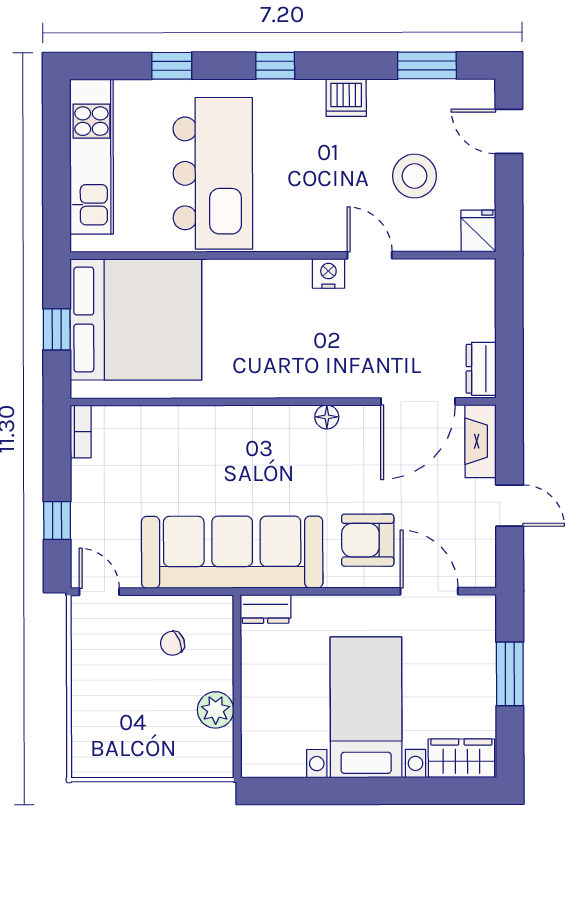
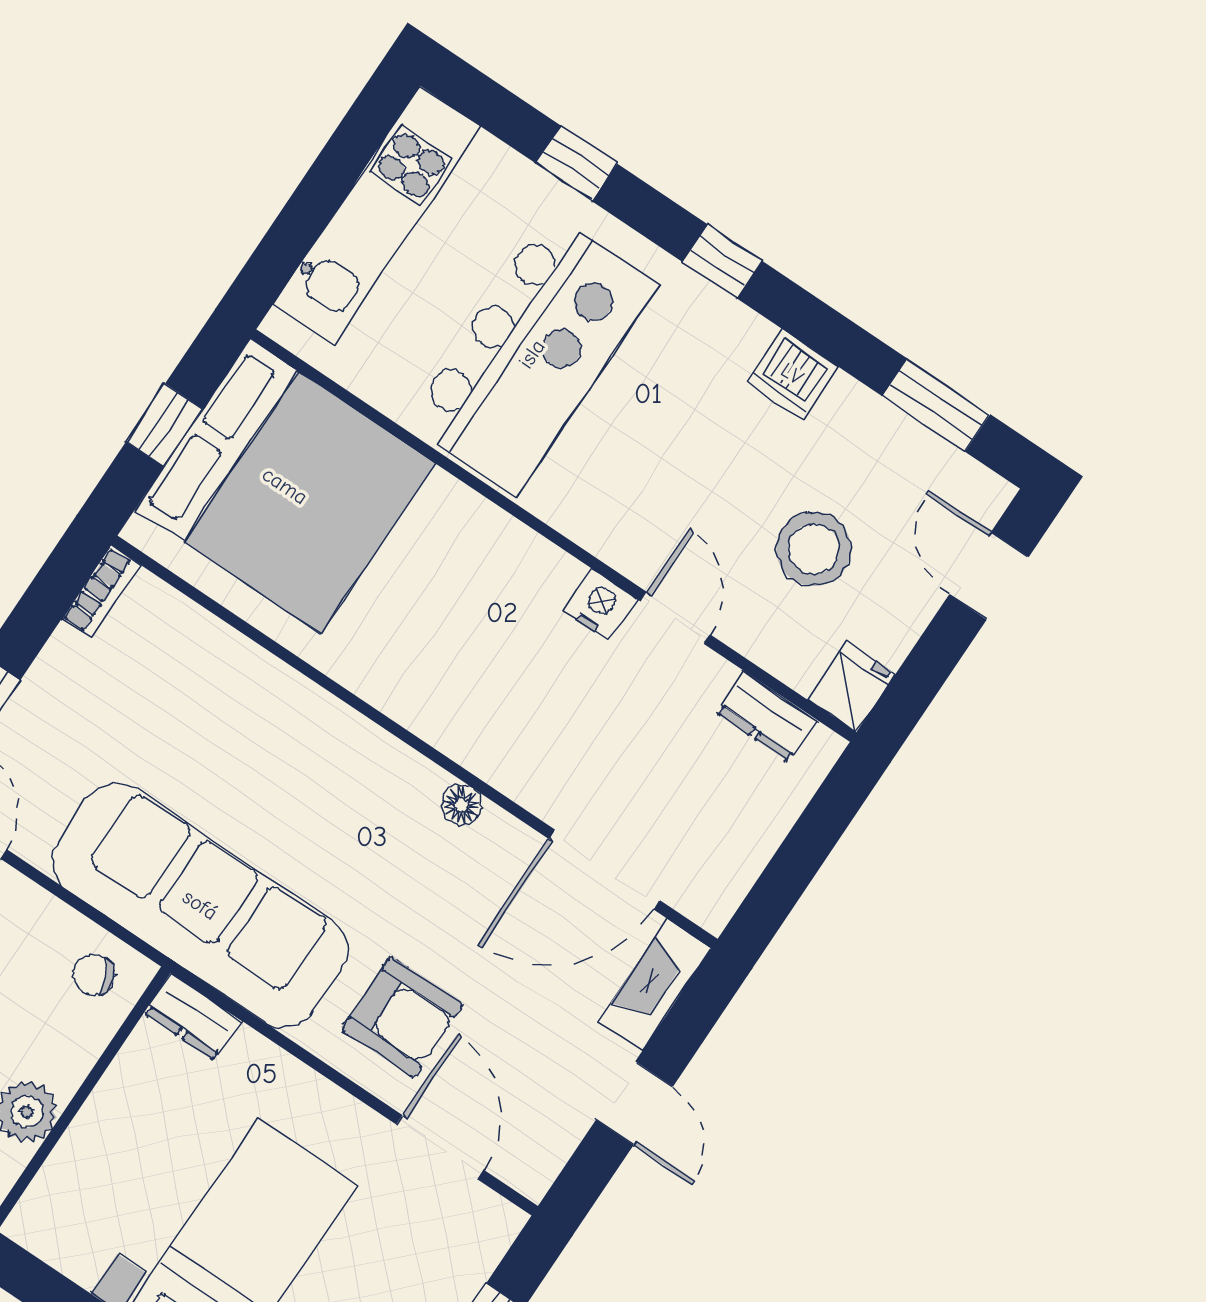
dresser: (481, 369) -> (766, 716), moved, turned -90
armchair: (368, 540) -> (402, 1017), turned 180
chair: (173, 643) -> (94, 975), moved

